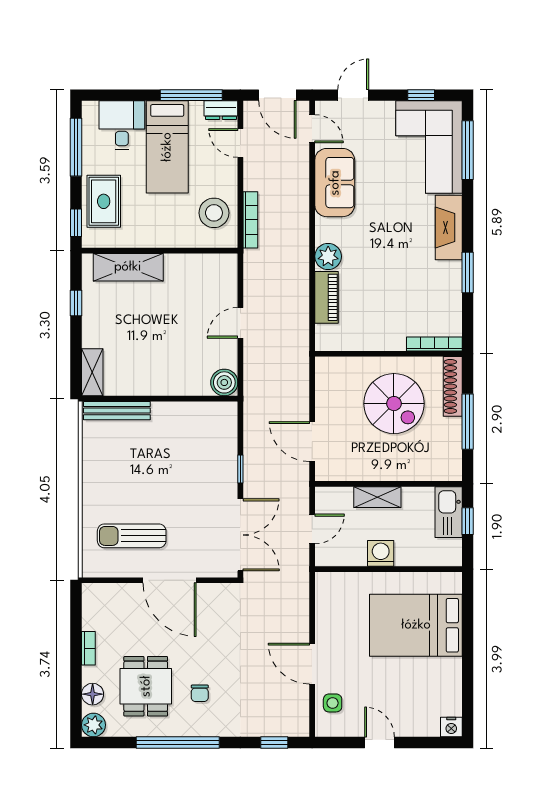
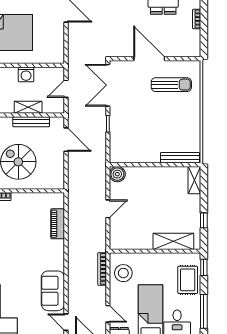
plant: (328, 256) -> (57, 248), removed
bench: (372, 472) -> (31, 122), added

